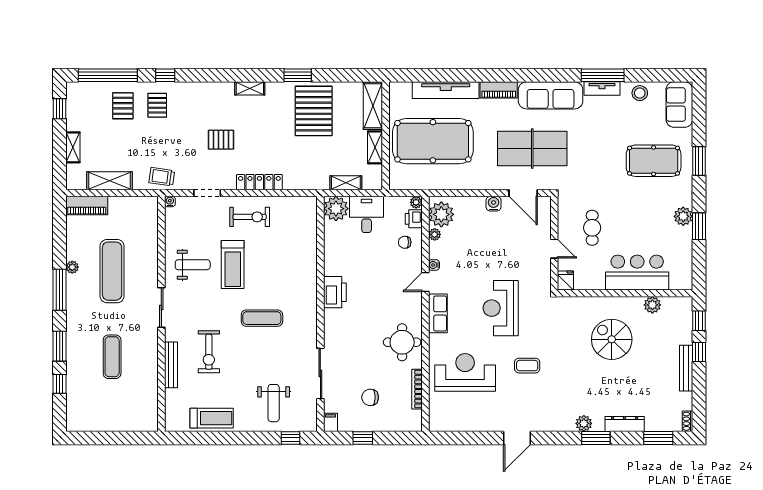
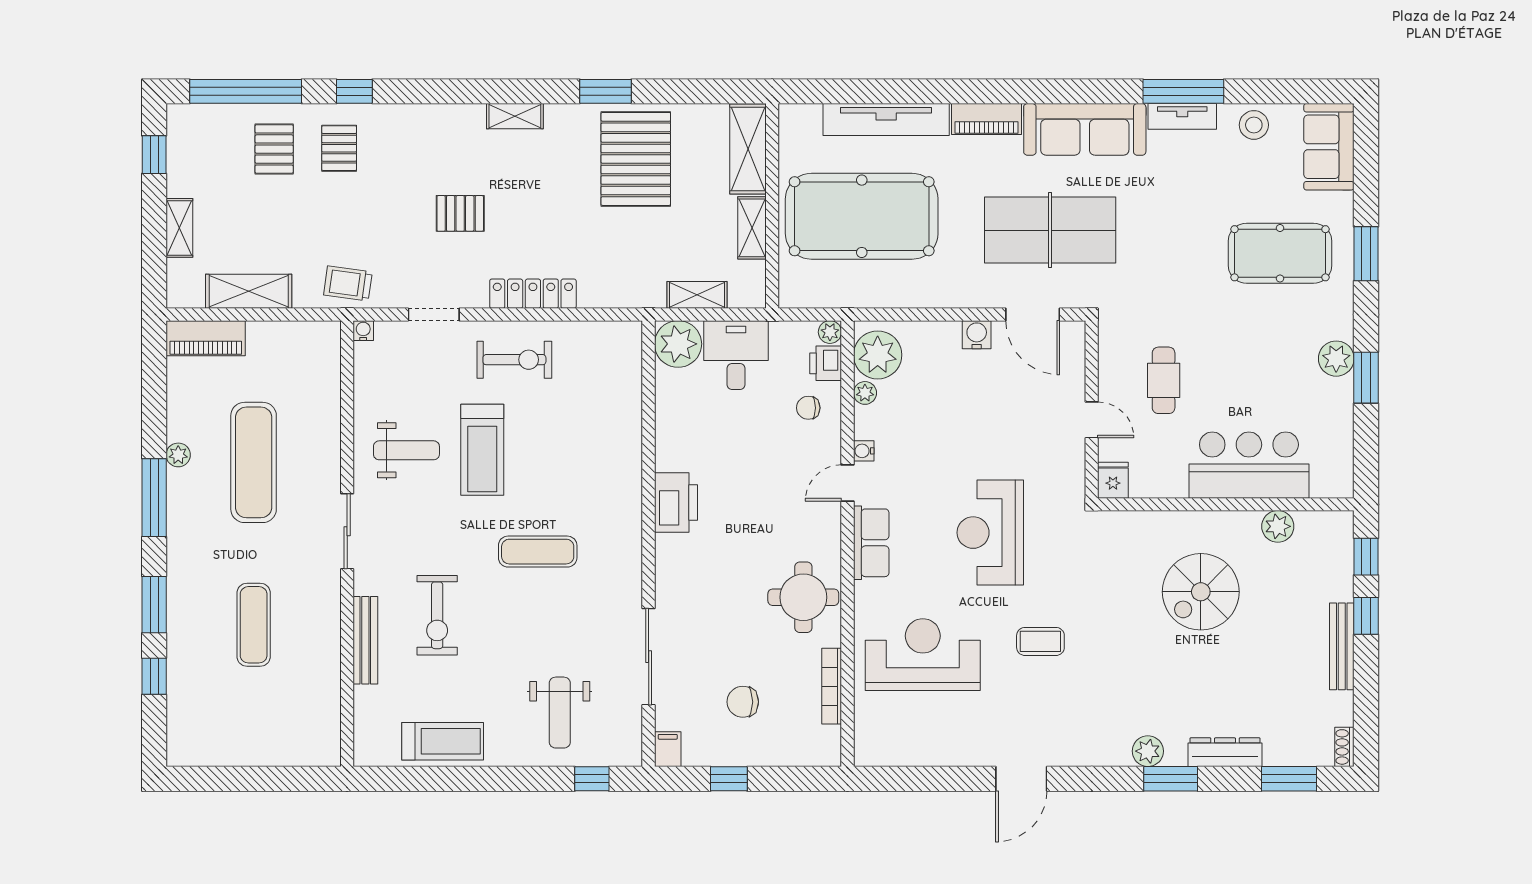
spiral stairs: (612, 339) -> (1201, 592), turned -90

